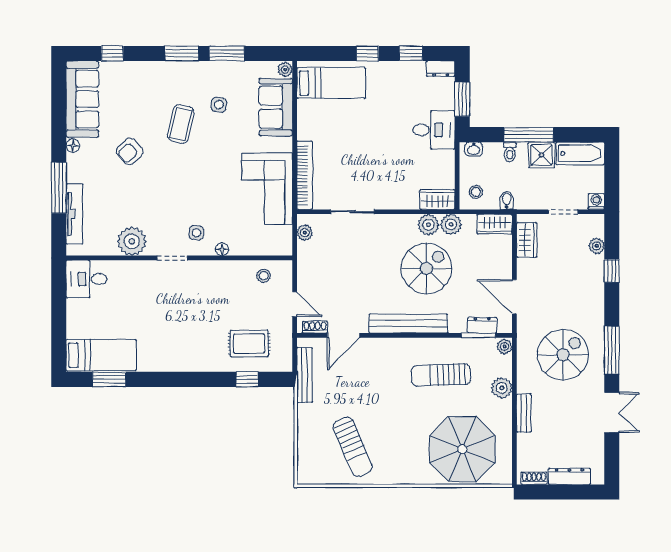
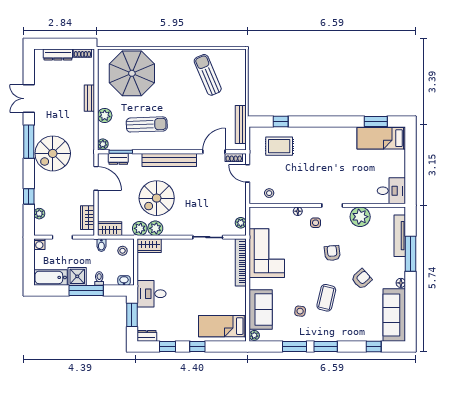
armchair: (172, 189) -> (332, 253), added
spiral stairs: (563, 355) -> (53, 153), moved

